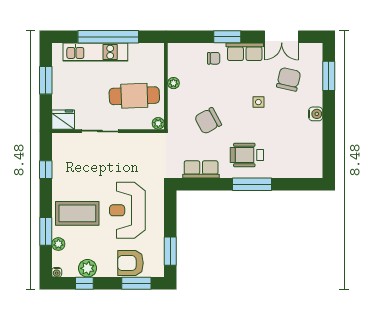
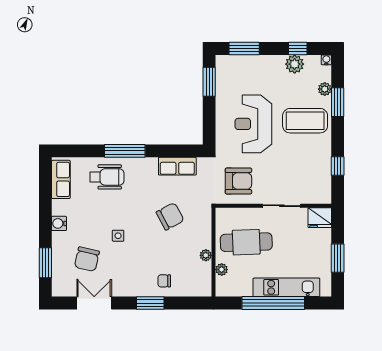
row of seats: (245, 52) -> (61, 179), moved, turned 90
plant: (158, 123) -> (222, 270), moved
wheelchair: (247, 155) -> (107, 177), moved
reception desk: (127, 210) -> (253, 124), turned 180
armchair: (130, 263) -> (238, 181), moved

